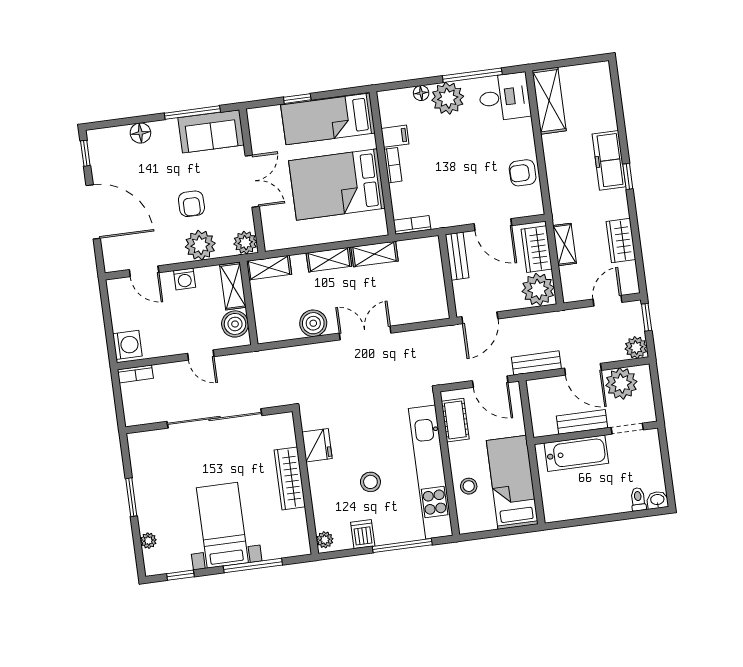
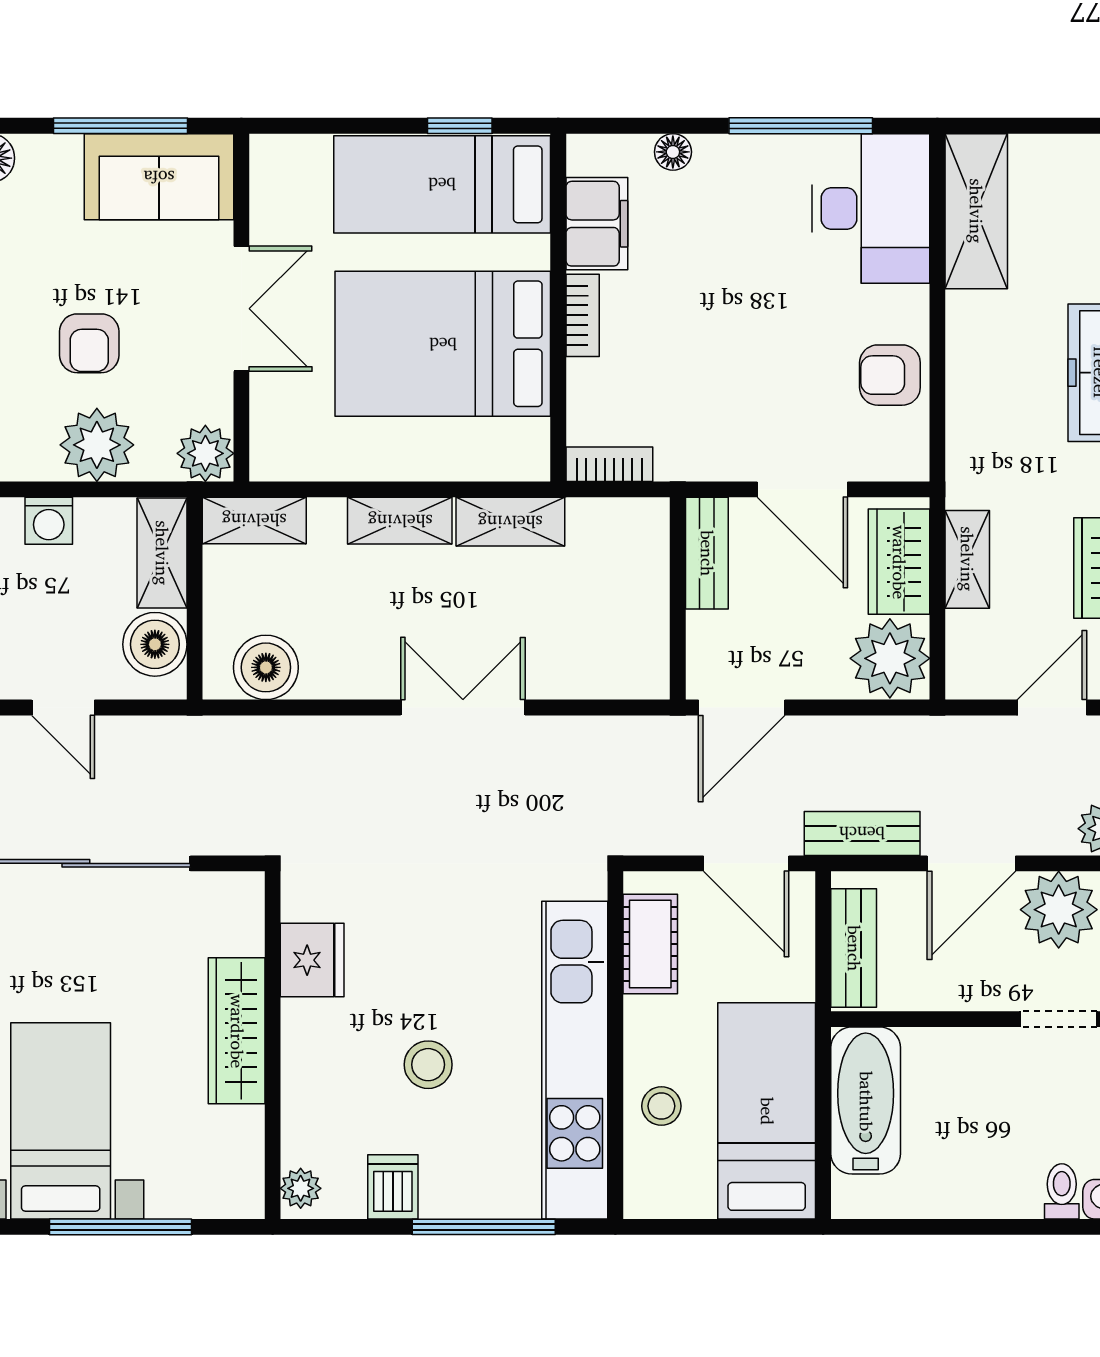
desk: (504, 97) -> (871, 208), width x1.37
plant: (448, 98) -> (735, 173), removed
window: (297, 99) -> (460, 126), moved
filing cabinet: (395, 136) -> (597, 224), width x2.00
boiler: (313, 323) -> (266, 667), moved
door: (583, 369) -> (971, 863), hinge flipped
bench: (582, 422) -> (854, 948), moved, turned 90
bathtub: (576, 453) -> (866, 1101), moved, turned -90

